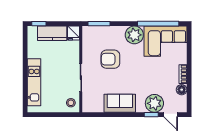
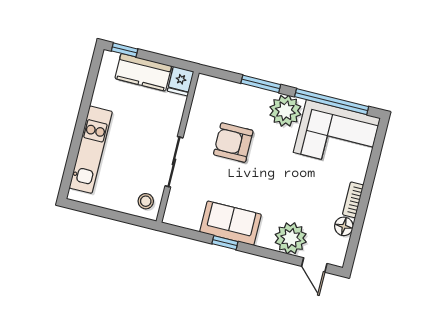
window: (99, 24) -> (261, 84), moved
window: (151, 115) -> (225, 243), moved

